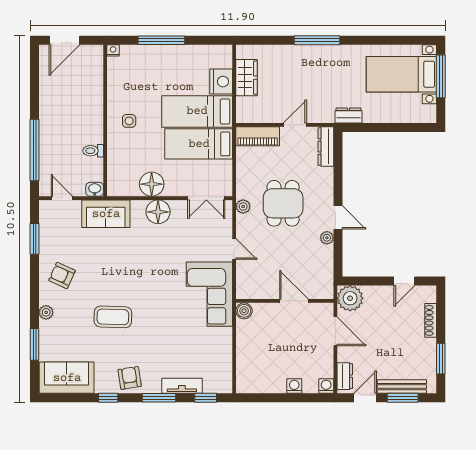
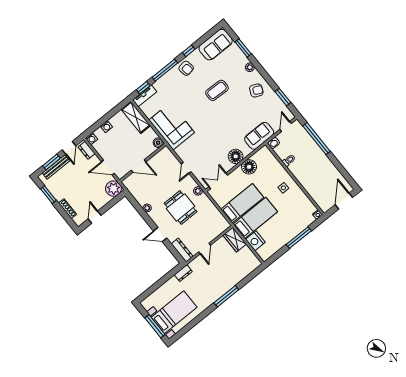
wardrobe: (247, 78) -> (235, 240), moved
piano: (258, 136) -> (218, 229), removed
door: (62, 198) -> (286, 126), swing flipped
door: (338, 217) -> (160, 235), moved
door: (234, 249) -> (186, 168), hinge flipped
corner sofa: (209, 294) -> (172, 126), moved
shelving: (246, 367) -> (136, 117), added
tv unit: (182, 386) -> (145, 96), moved
window: (159, 398) -> (165, 70), width x1.44

